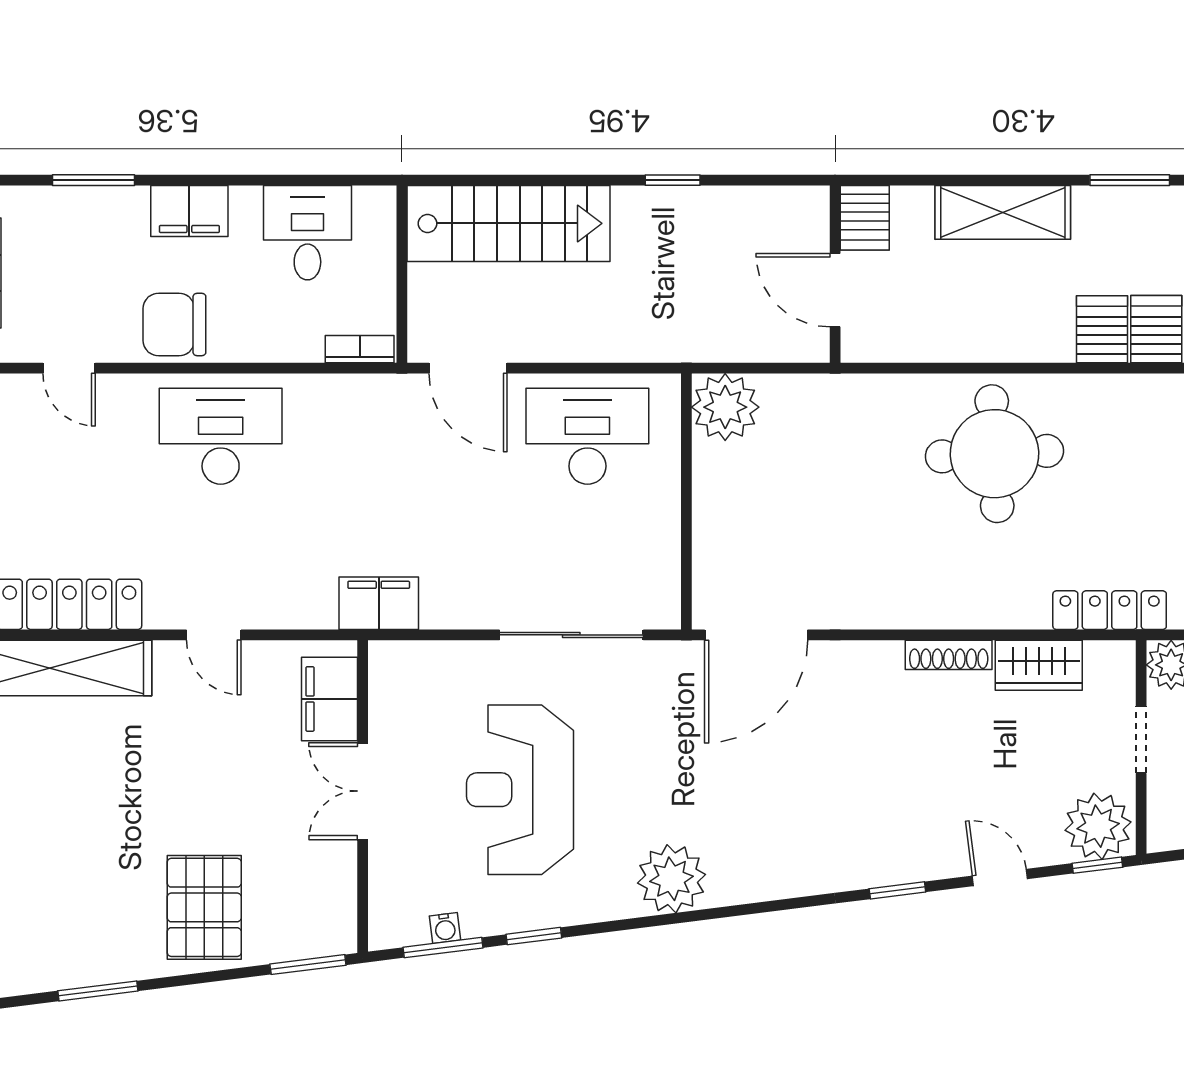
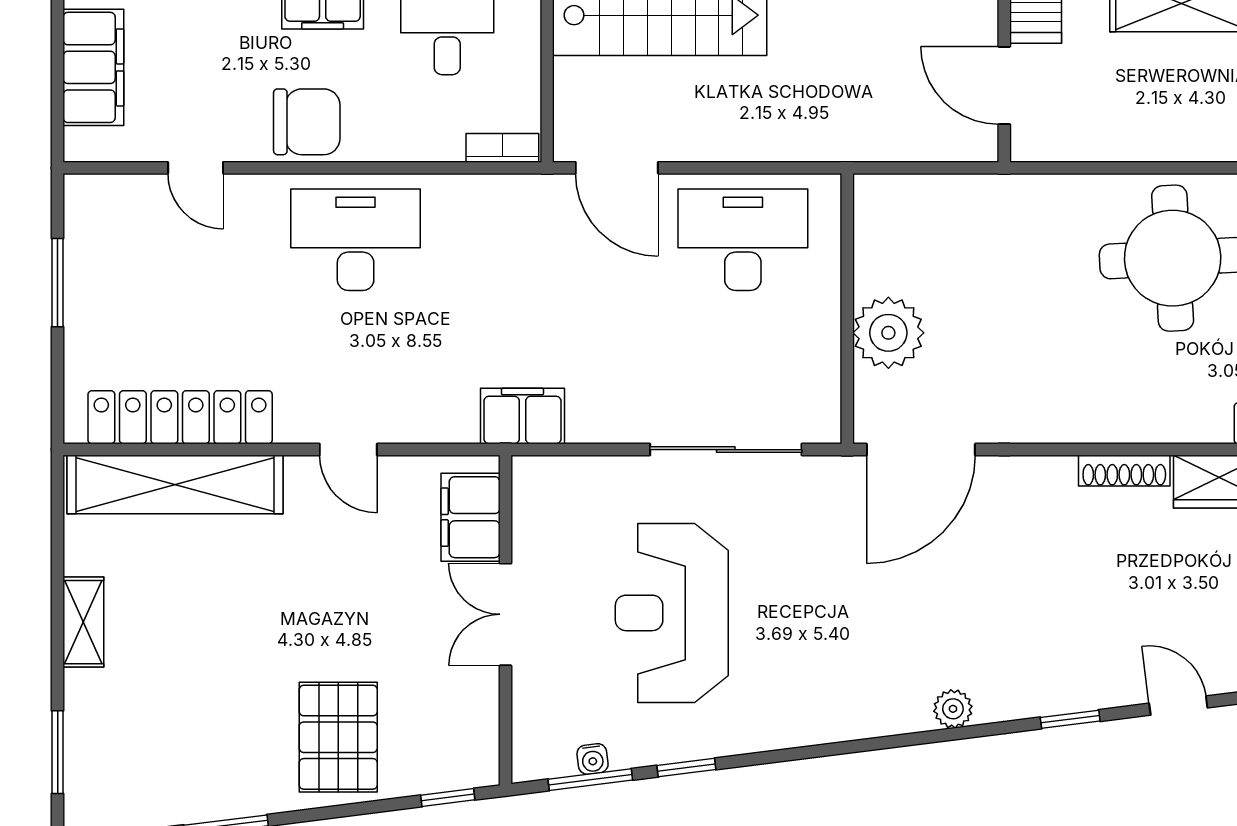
chair: (174, 325) -> (307, 122), turned 180
plant: (725, 407) -> (888, 333), moved
plant: (672, 879) -> (953, 709), moved, width x0.53, depth x0.53
window: (308, 965) -> (448, 798), width x0.67

